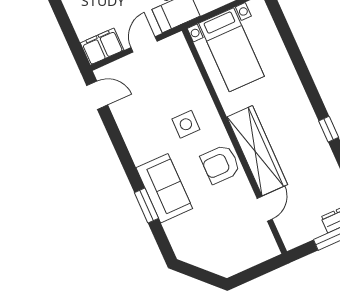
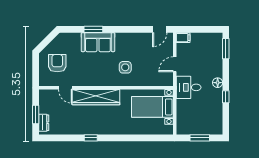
door: (144, 44) -> (175, 64), swing flipped
filing cabinet: (102, 47) -> (183, 38), width x0.50
armchair: (220, 164) -> (57, 63), moved

